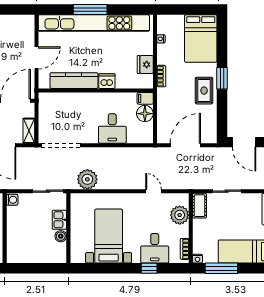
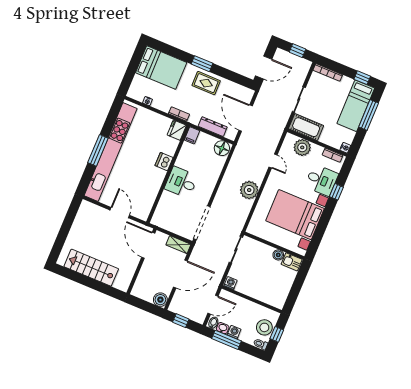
fridge: (145, 64) -> (177, 130), moved, turned 90
kitchen counter: (74, 81) -> (152, 189), removed
floor lamp: (145, 114) -> (222, 148), moved
dresser: (163, 116) -> (213, 127), added
desk: (112, 128) -> (181, 182), moved, turned 180
plant: (87, 179) -> (249, 190), moved
door: (154, 191) -> (273, 161), swing flipped
cot: (199, 206) -> (306, 127), width x1.37, depth x1.34
kitchen sink: (59, 220) -> (292, 262), moved
bed with nightstands: (109, 236) -> (295, 215), width x1.36
window: (221, 268) -> (369, 115), moved

